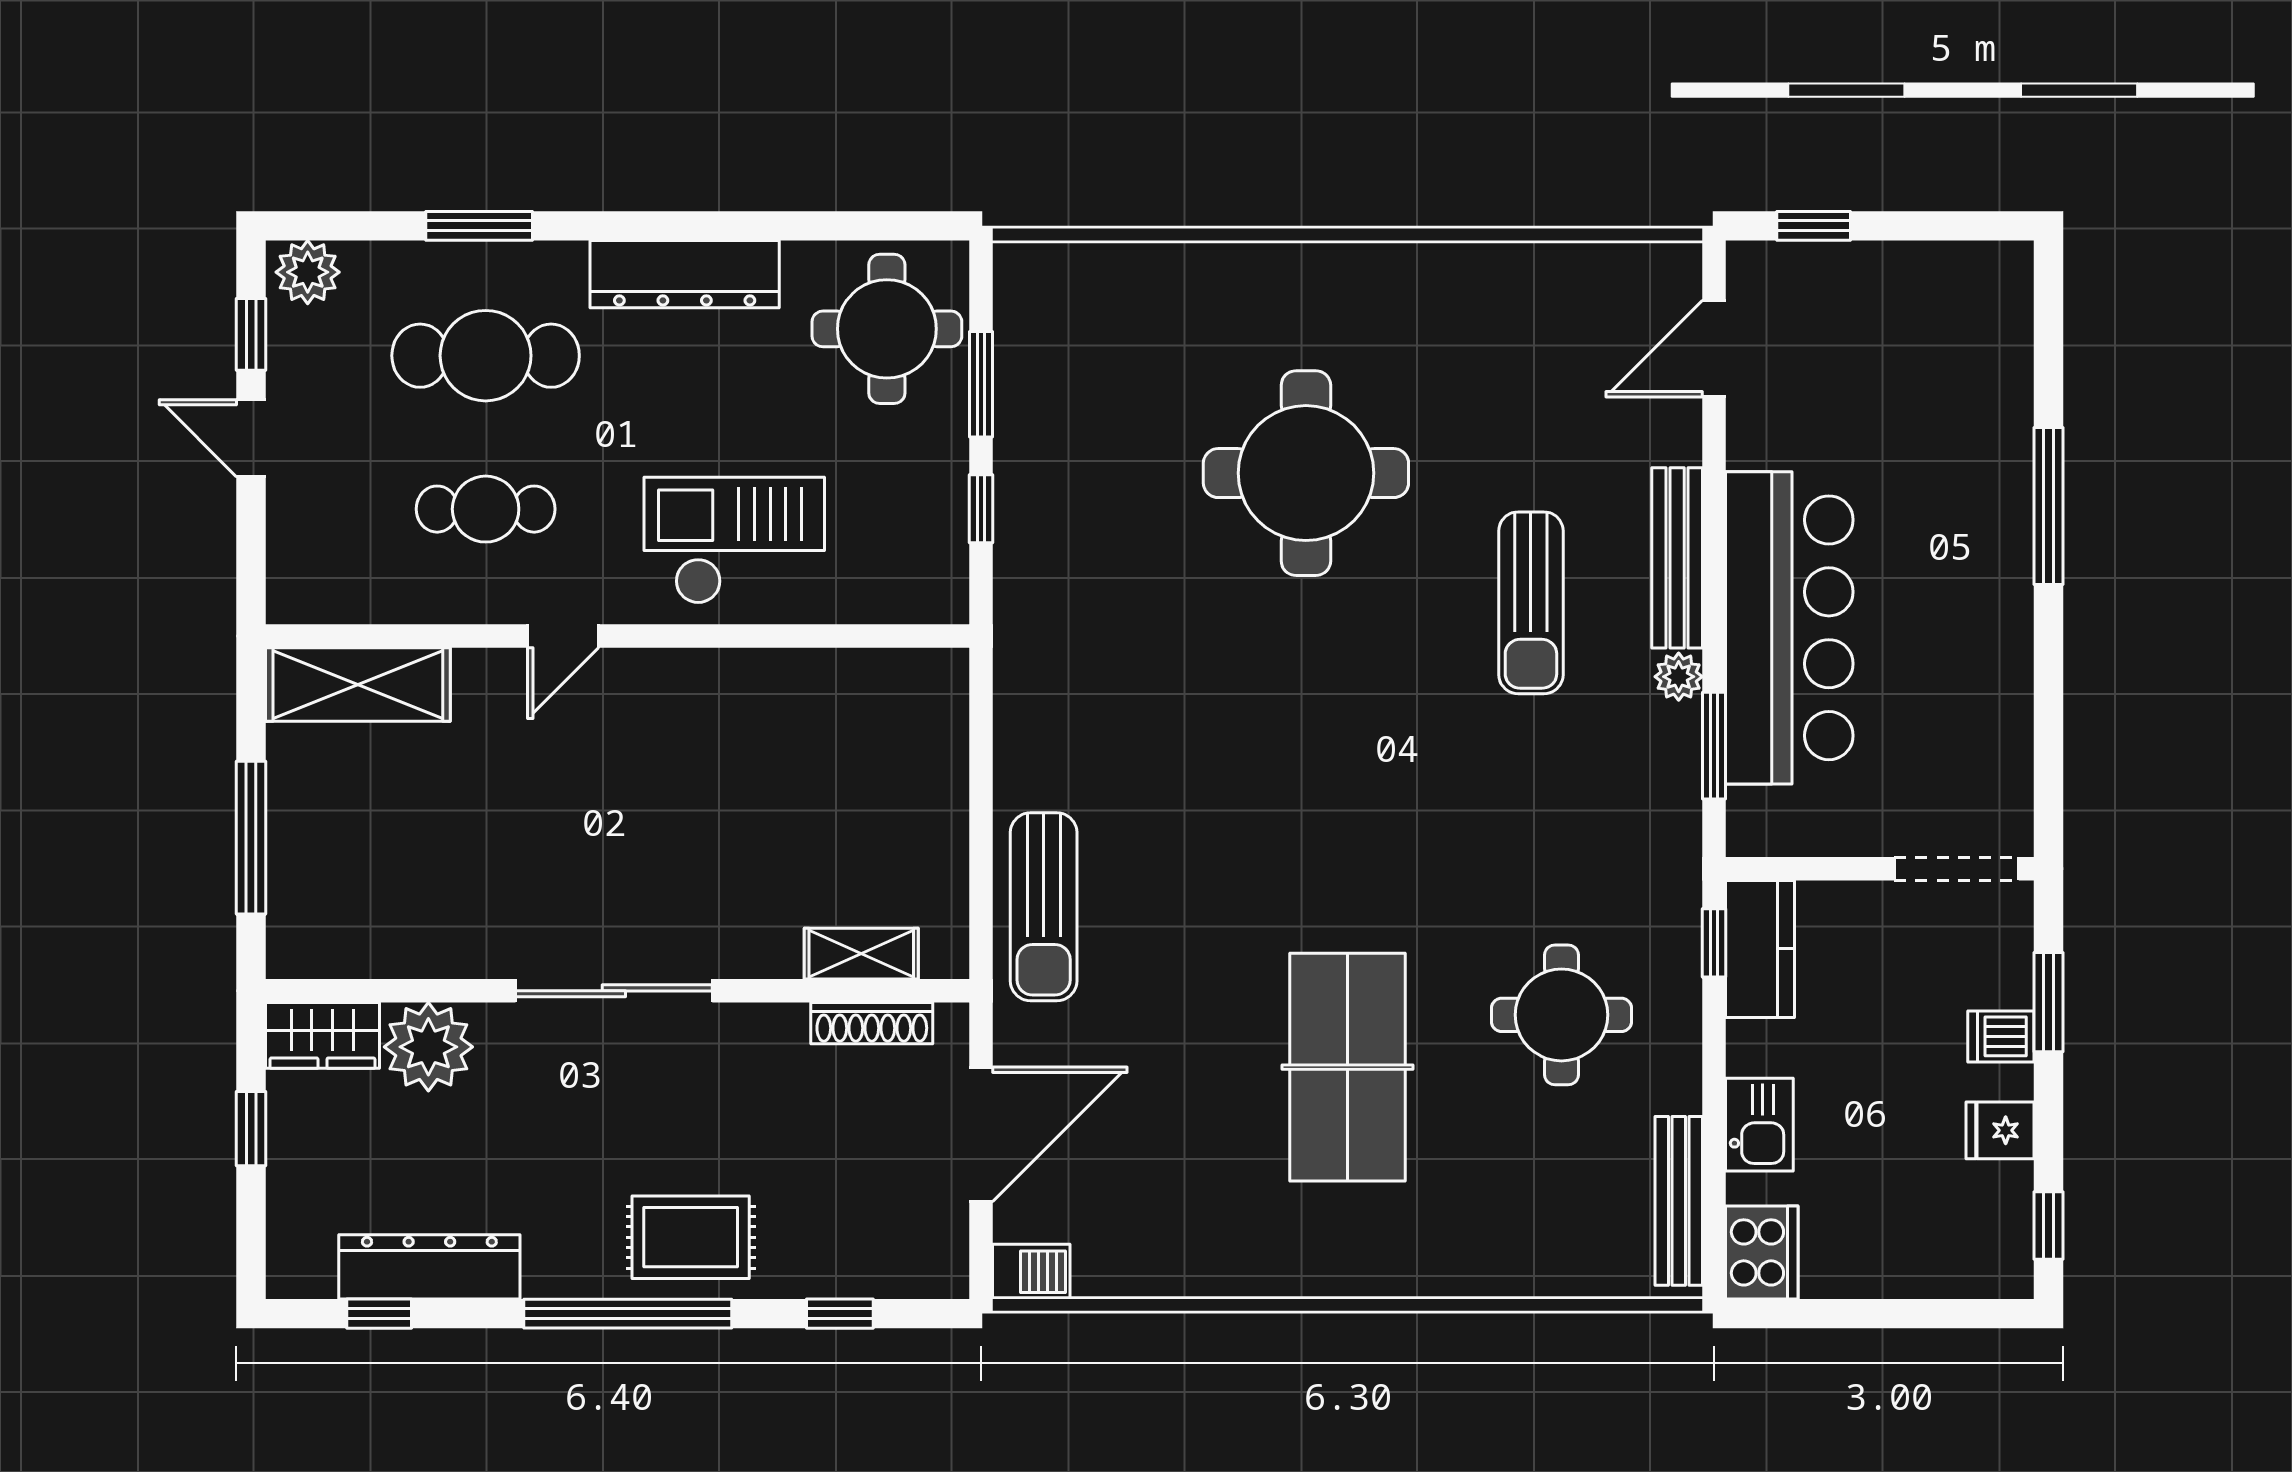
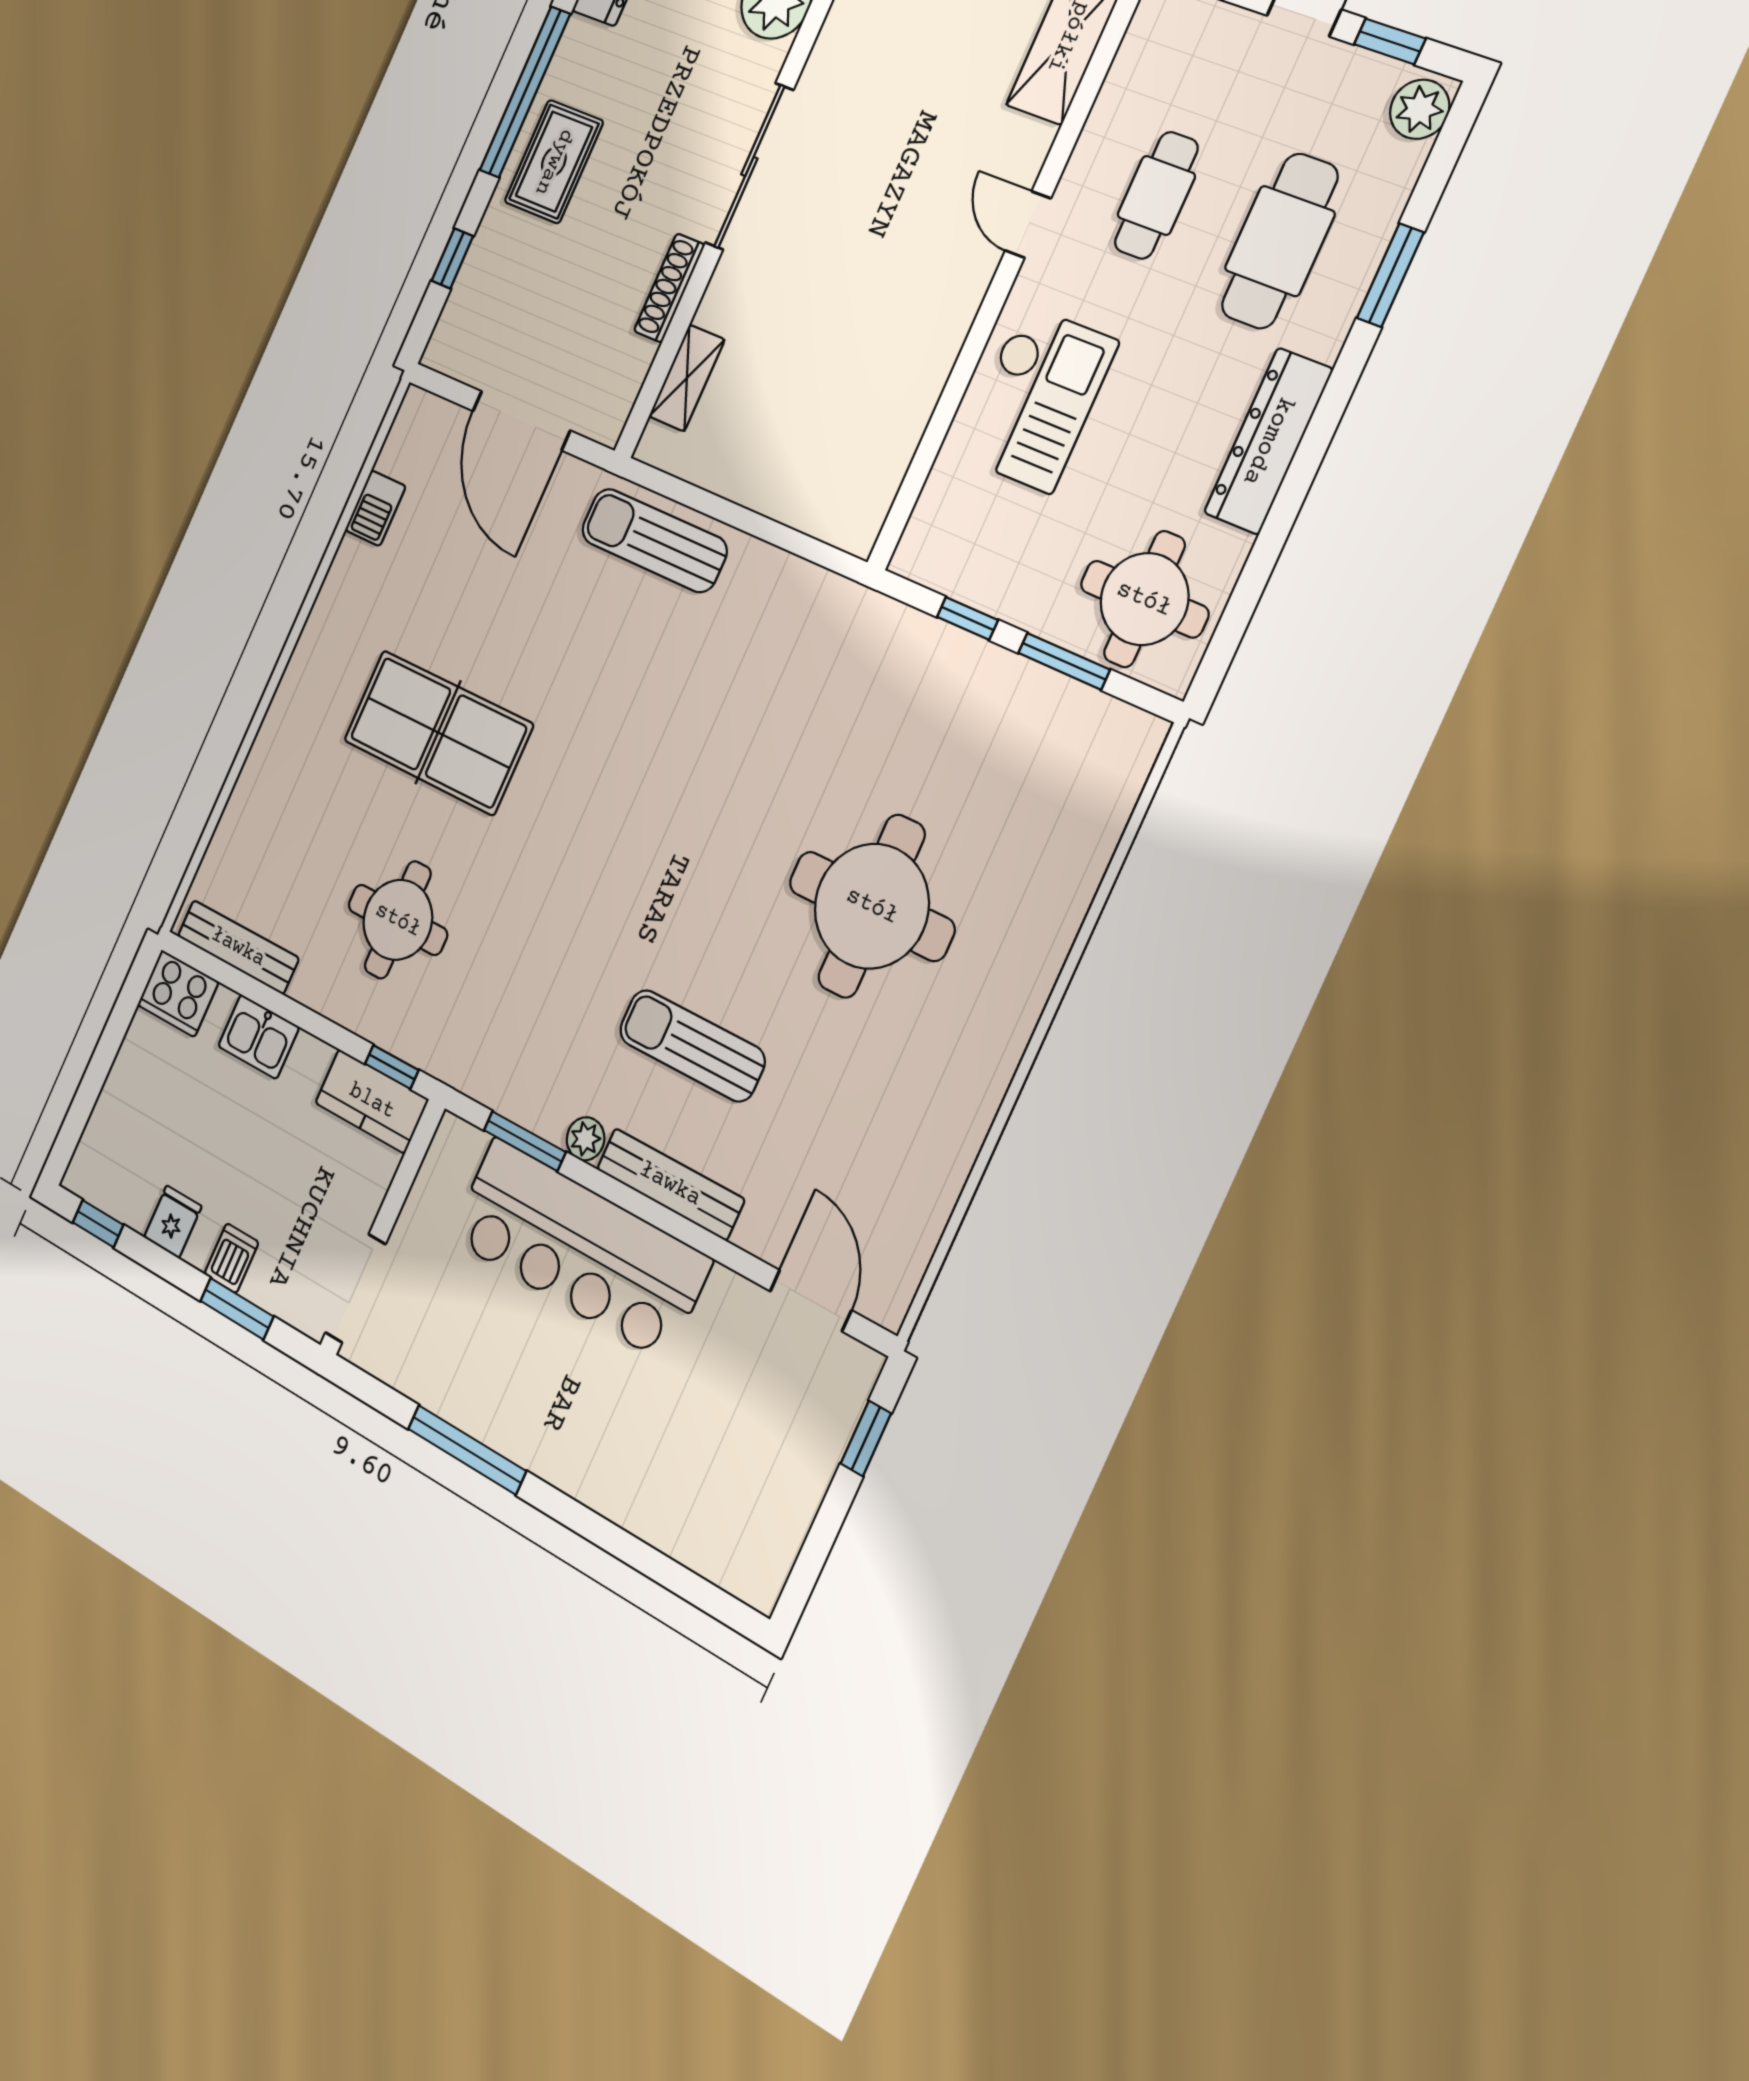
window: (2049, 506) -> (467, 1450), moved
shoe rack: (872, 1023) -> (669, 288), moved
barbecue: (1031, 1272) -> (375, 508), moved

